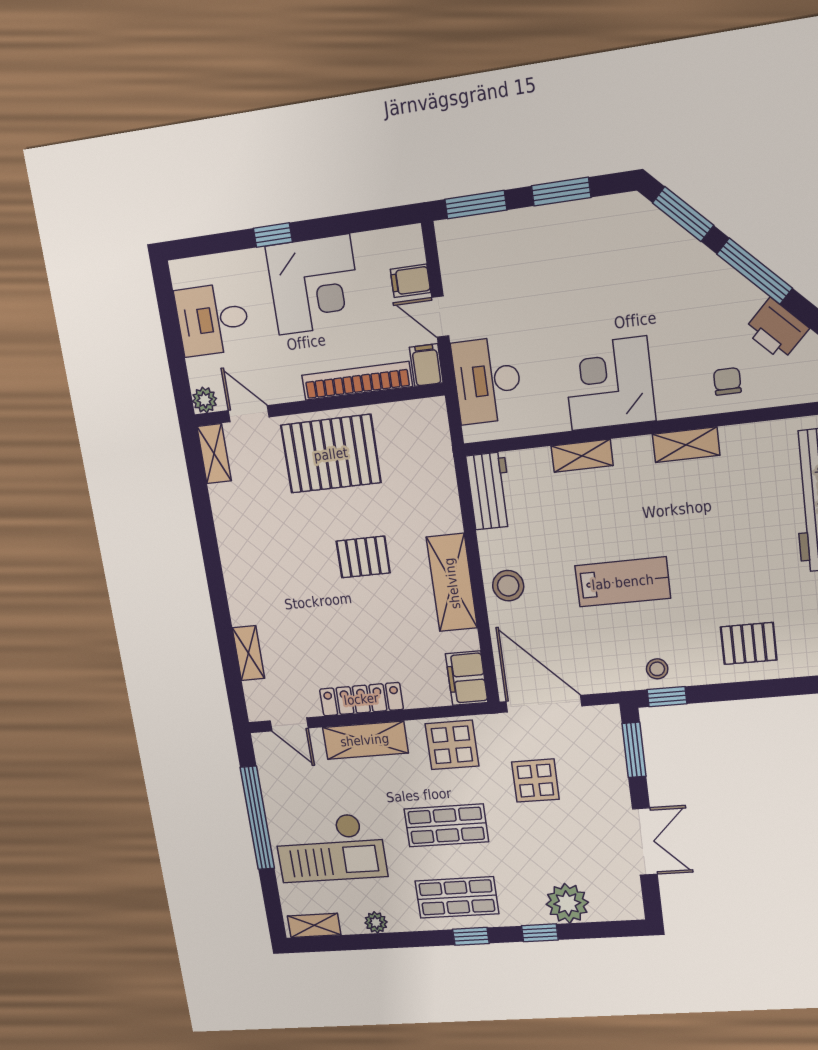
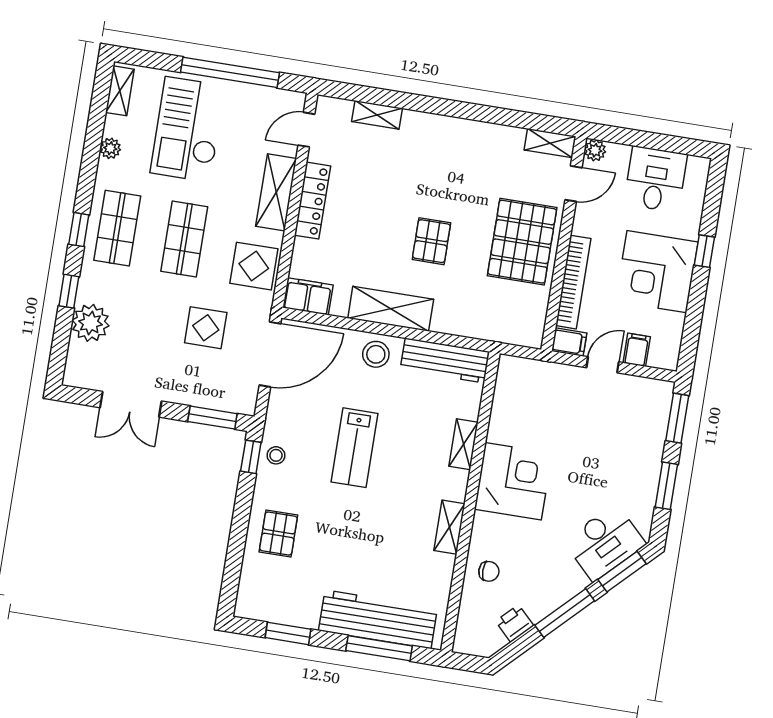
printer: (776, 329) -> (515, 623), width x0.73, depth x0.81
desk: (487, 381) -> (605, 542), moved, turned 135
workbench: (490, 491) -> (445, 361), width x1.38

